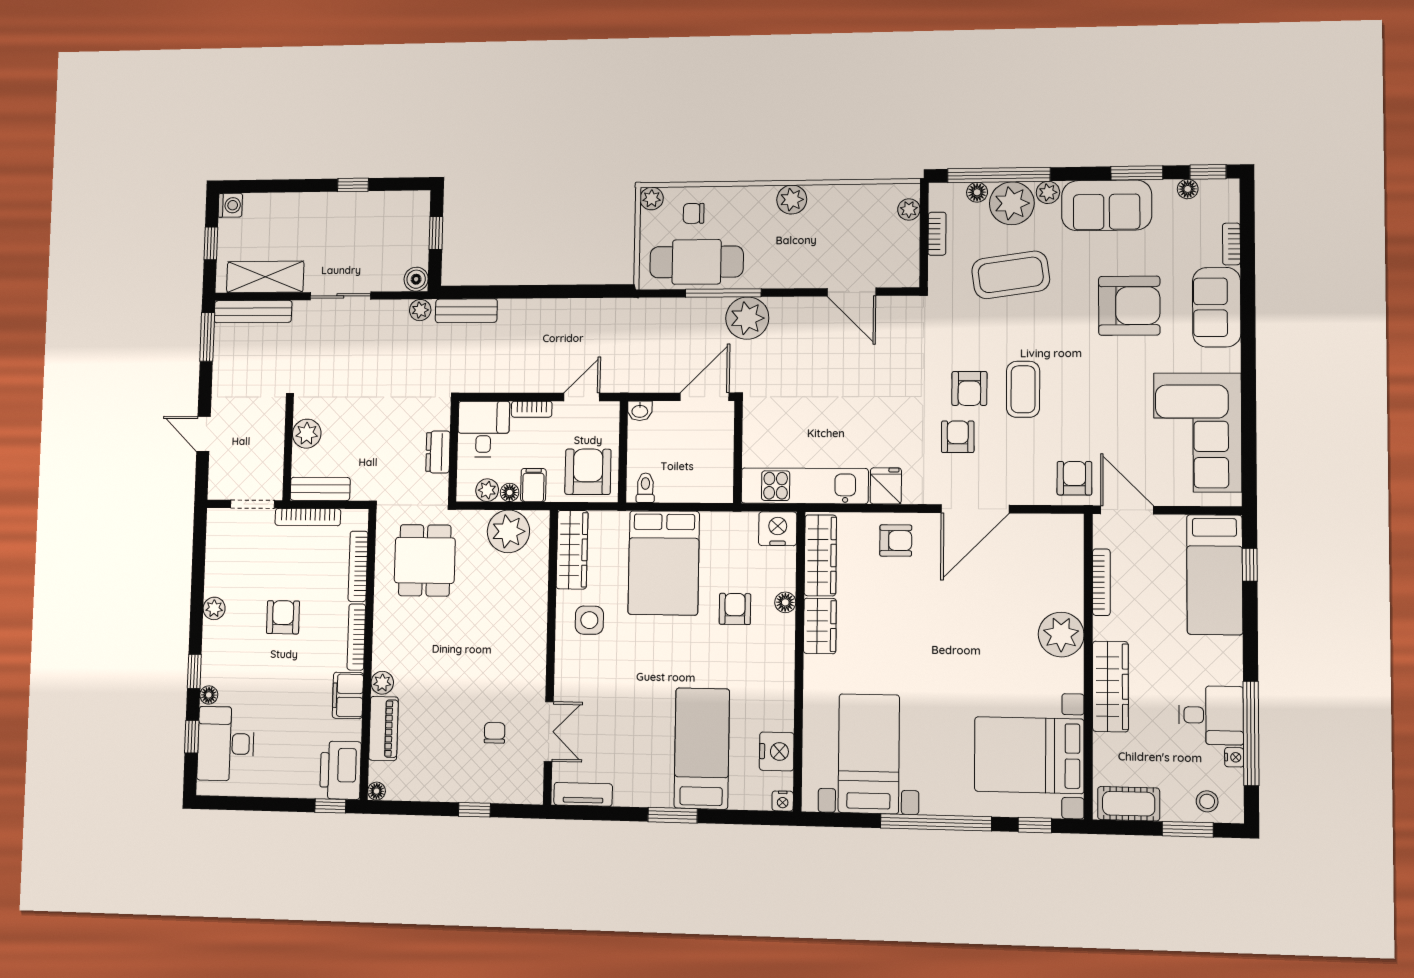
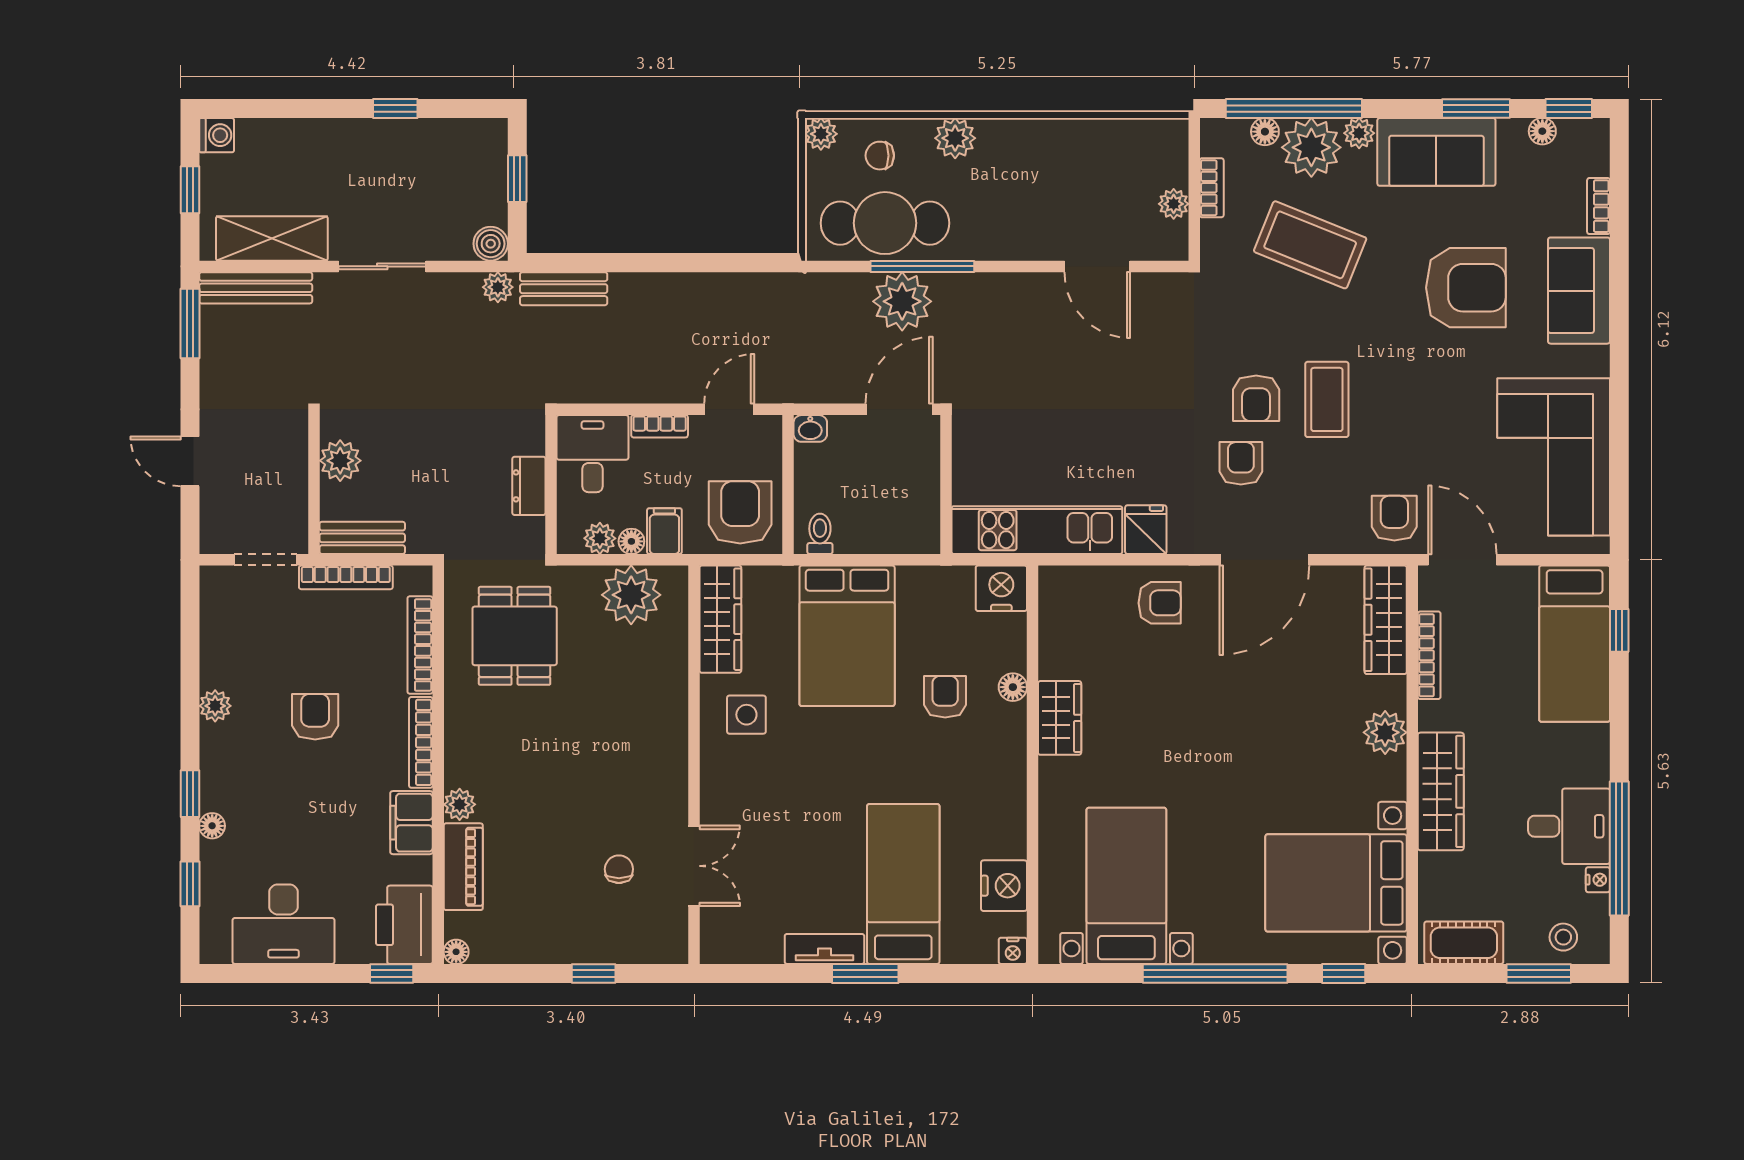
plant: (792, 200) -> (955, 138), moved
plant: (909, 209) -> (1174, 204), moved
coffee table: (1011, 275) -> (1310, 245), turned 30
plant: (747, 318) -> (902, 301), moved
wardrobe: (820, 555) -> (1386, 620), moved, turned 180
plant: (1061, 634) -> (1385, 732), width x0.73, depth x0.73
desk: (226, 744) -> (283, 924), moved, turned -90
tv unit: (583, 794) -> (824, 949), moved

